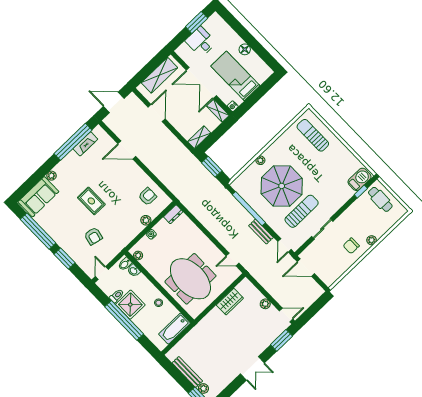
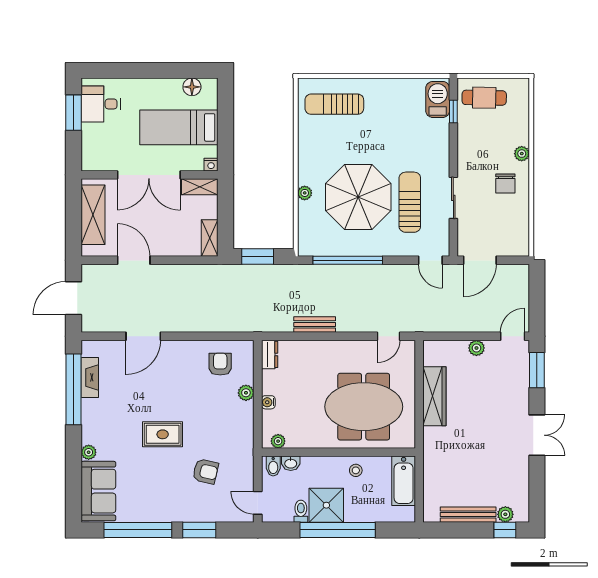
desk: (201, 42) -> (101, 104), moved
floor lamp: (245, 49) -> (192, 87), moved
bench: (261, 232) -> (315, 324), moved
wardrobe: (230, 302) -> (434, 396), width x1.50

